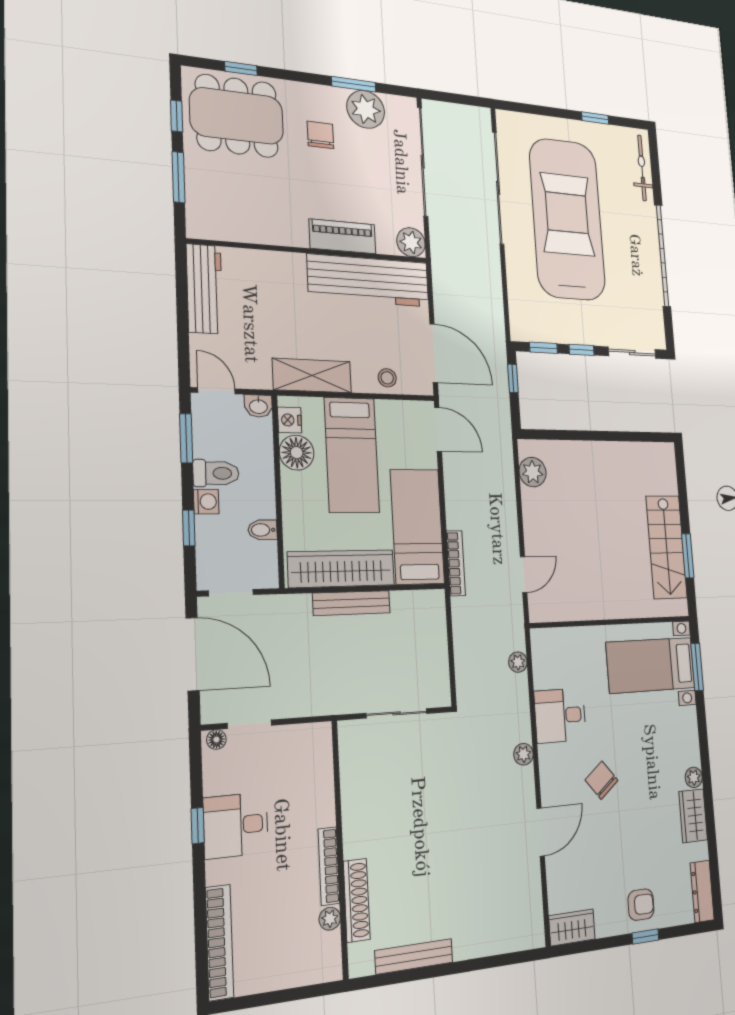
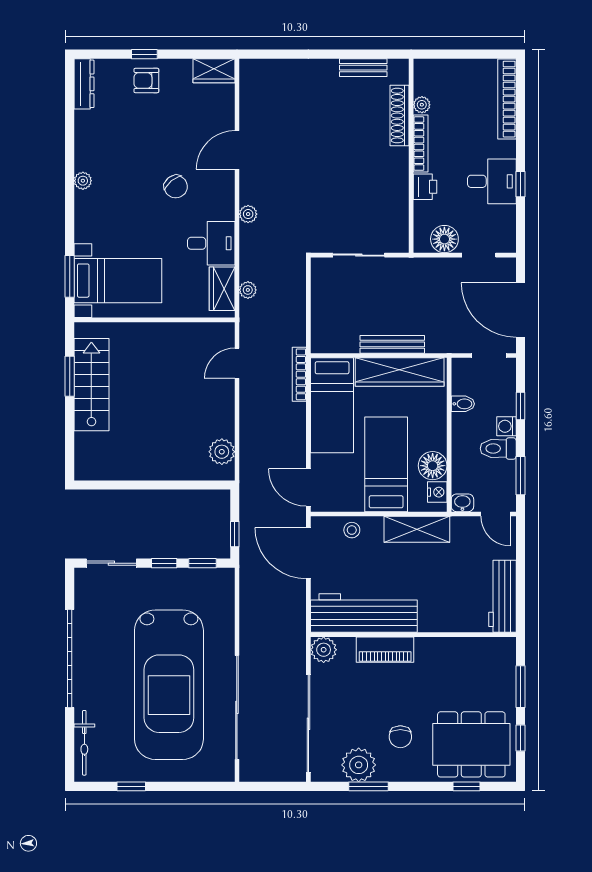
floor lamp: (216, 740) -> (444, 239), moved, width x1.89, depth x1.89
printer: (321, 809) -> (425, 187), added
wardrobe: (693, 816) -> (222, 289), moved, turned 180
bench: (414, 956) -> (363, 68), width x0.73

